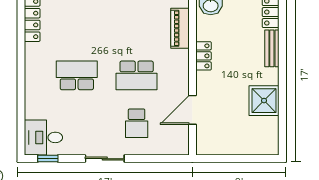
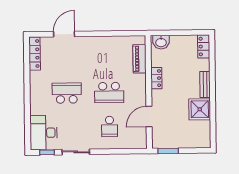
bench: (272, 48) -> (205, 85), moved
desk: (43, 137) -> (44, 133), width x1.37
sliding door: (105, 159) -> (76, 152), moved
window: (219, 159) -> (168, 151), added

